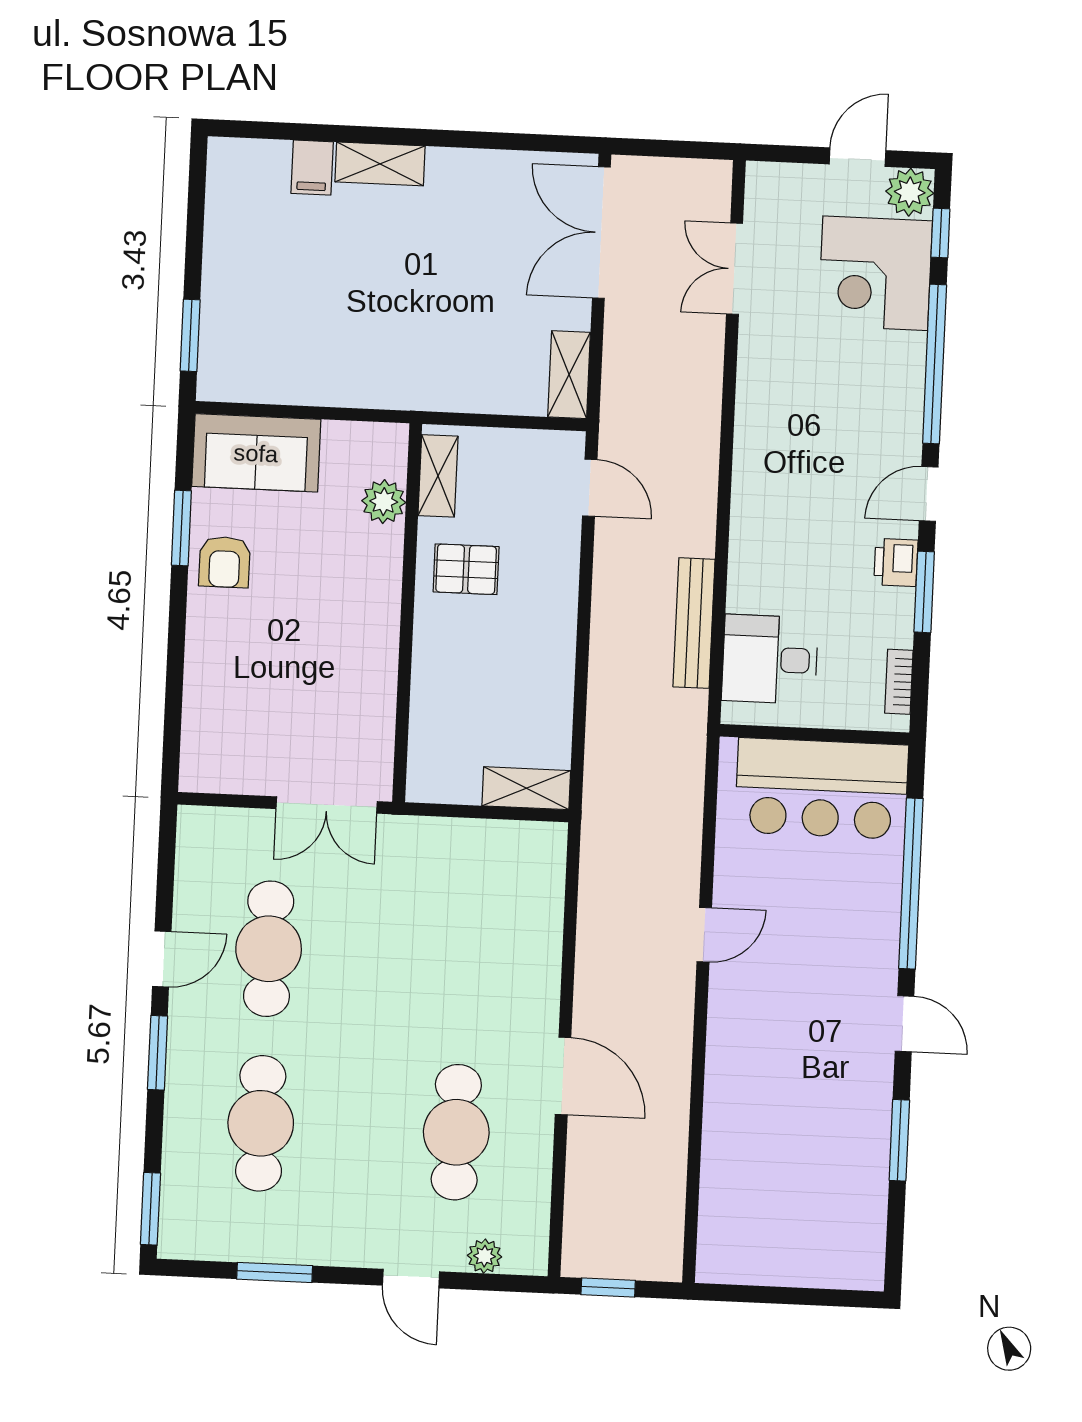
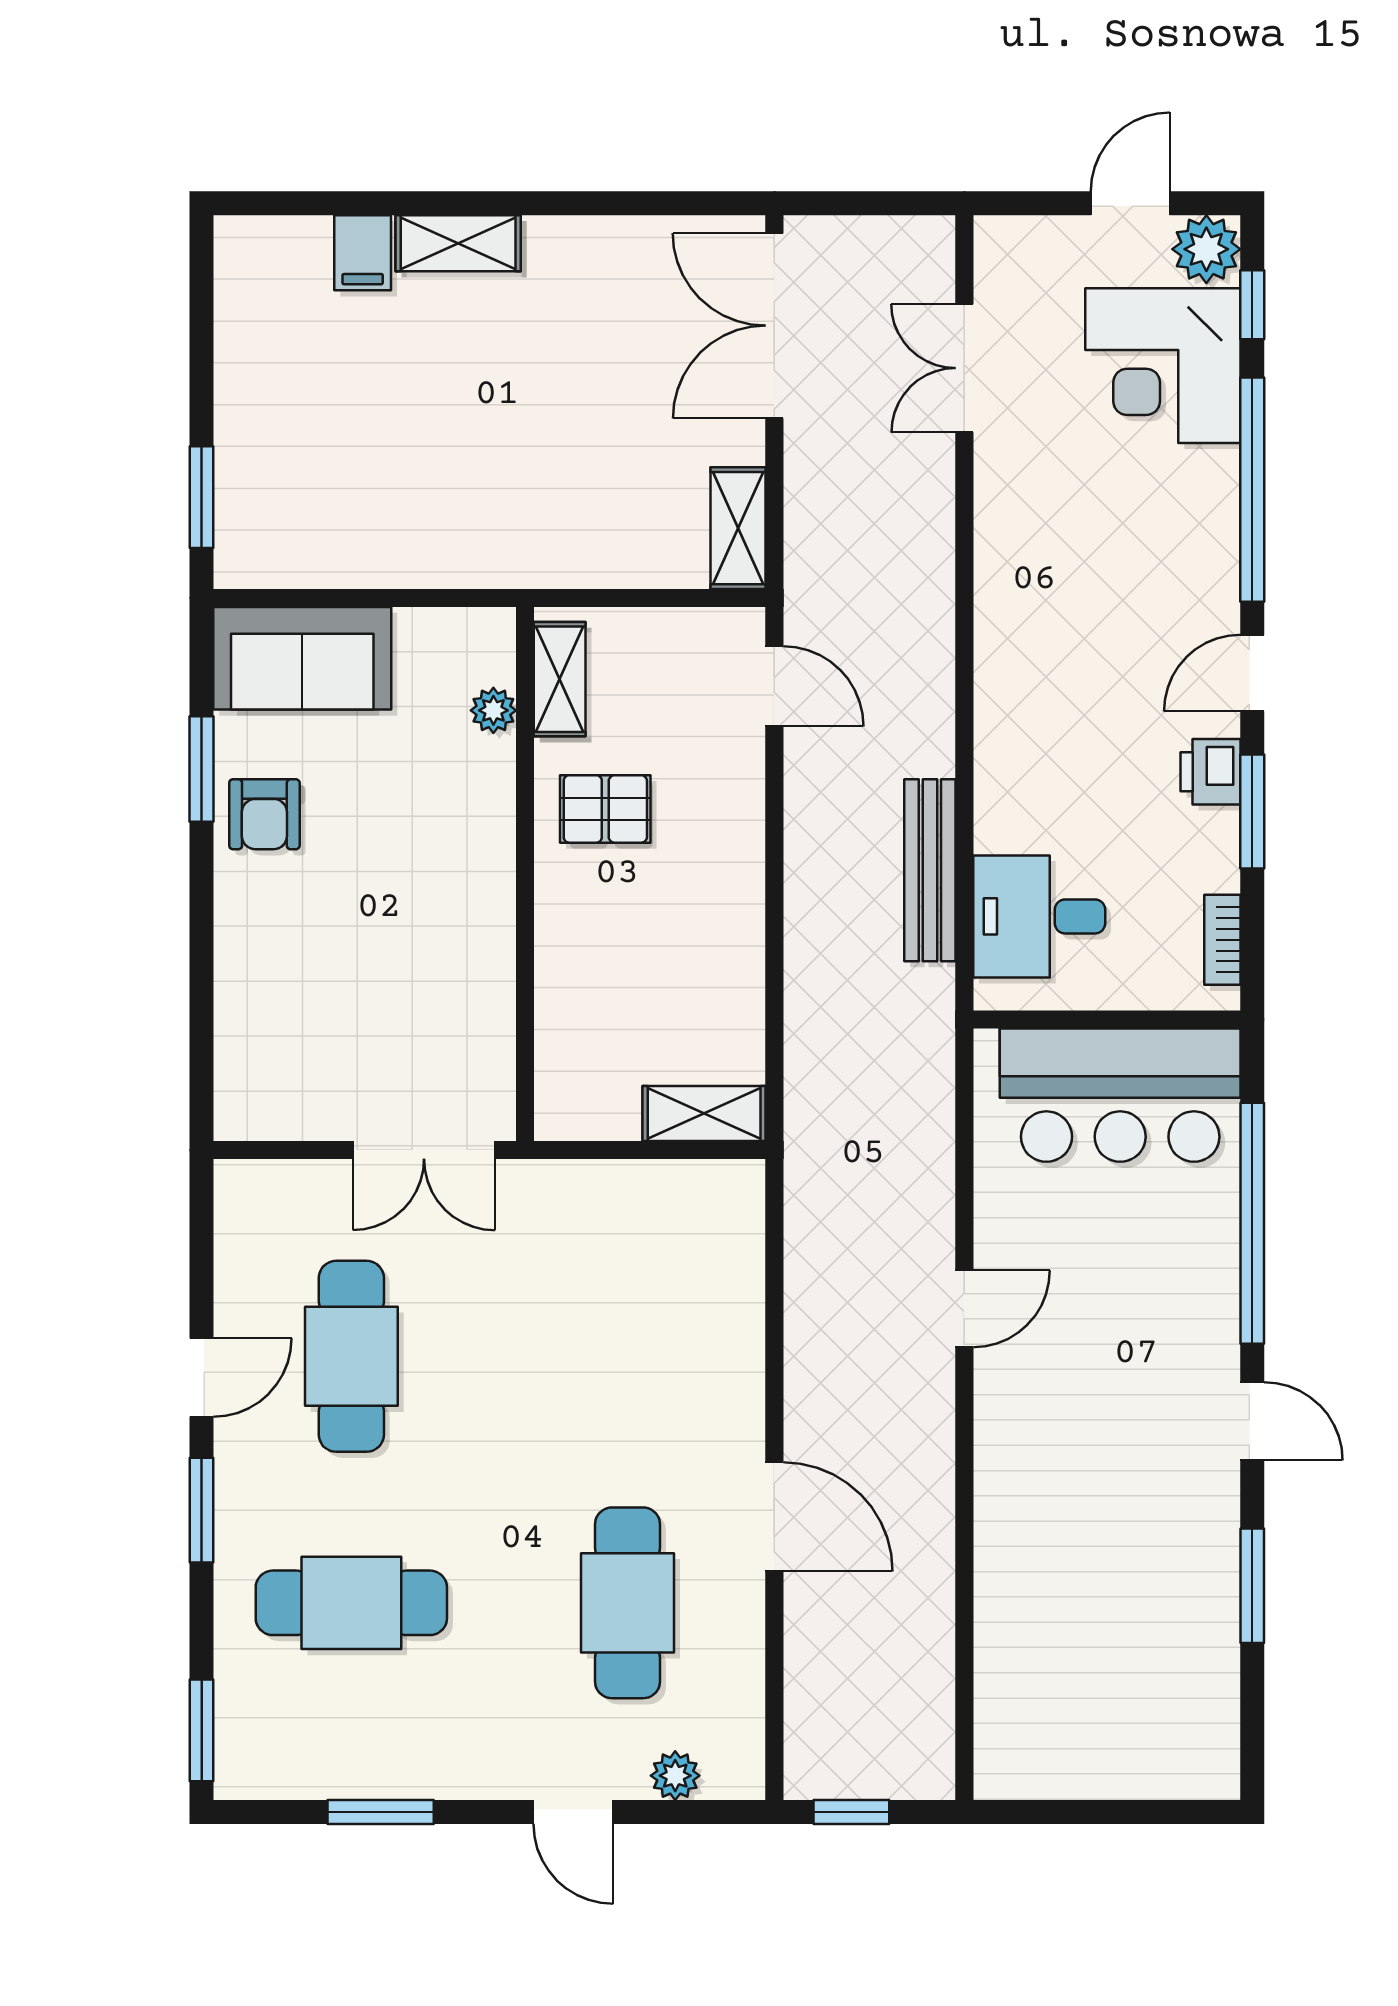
plant: (384, 502) -> (493, 710), width x0.73, depth x0.73
cafe table: (261, 1123) -> (351, 1603), turned 90

